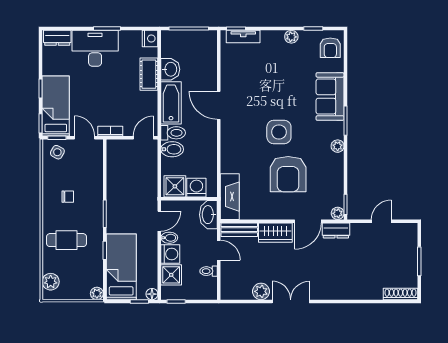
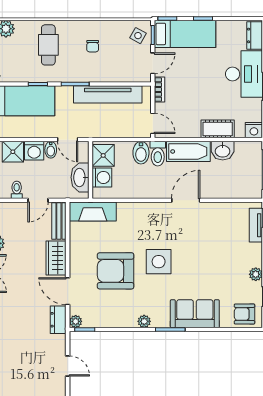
tv unit: (115, 182) -> (108, 94), added
washbasin: (208, 215) -> (80, 177), moved, turned -90

